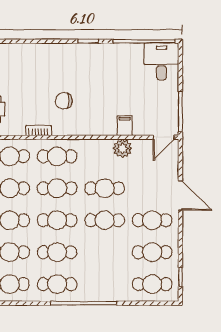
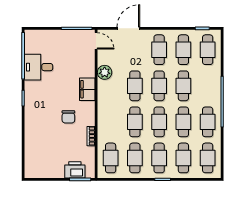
desk: (161, 61) -> (38, 67), moved
filing cabinet: (125, 126) -> (87, 89), moved, width x2.00
cafe table: (57, 156) -> (183, 86), moved
door: (180, 195) -> (128, 28), moved

